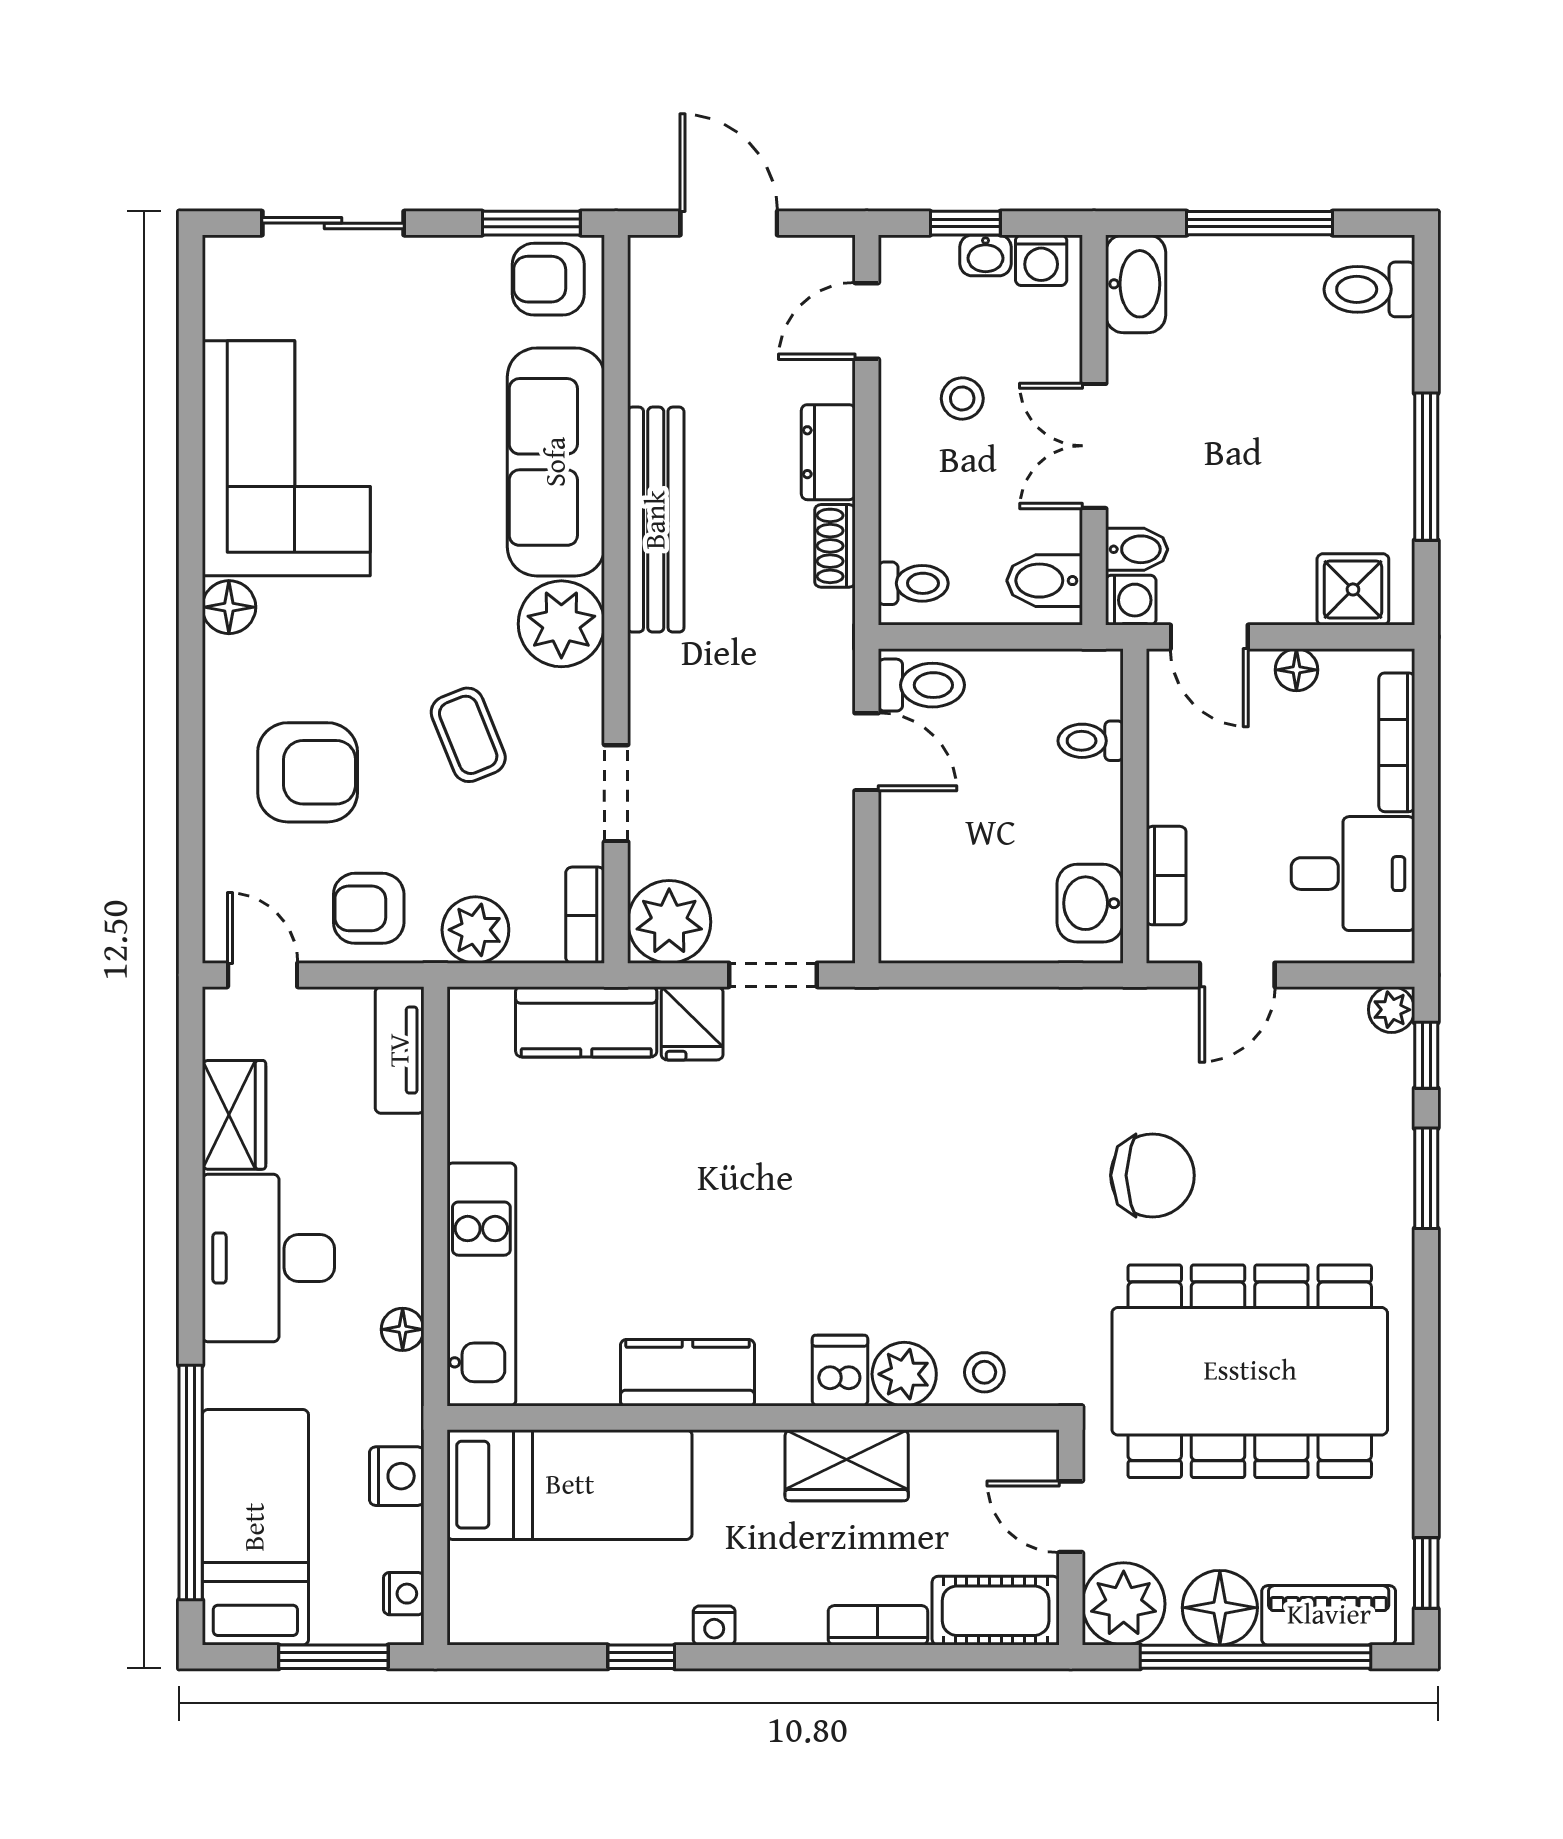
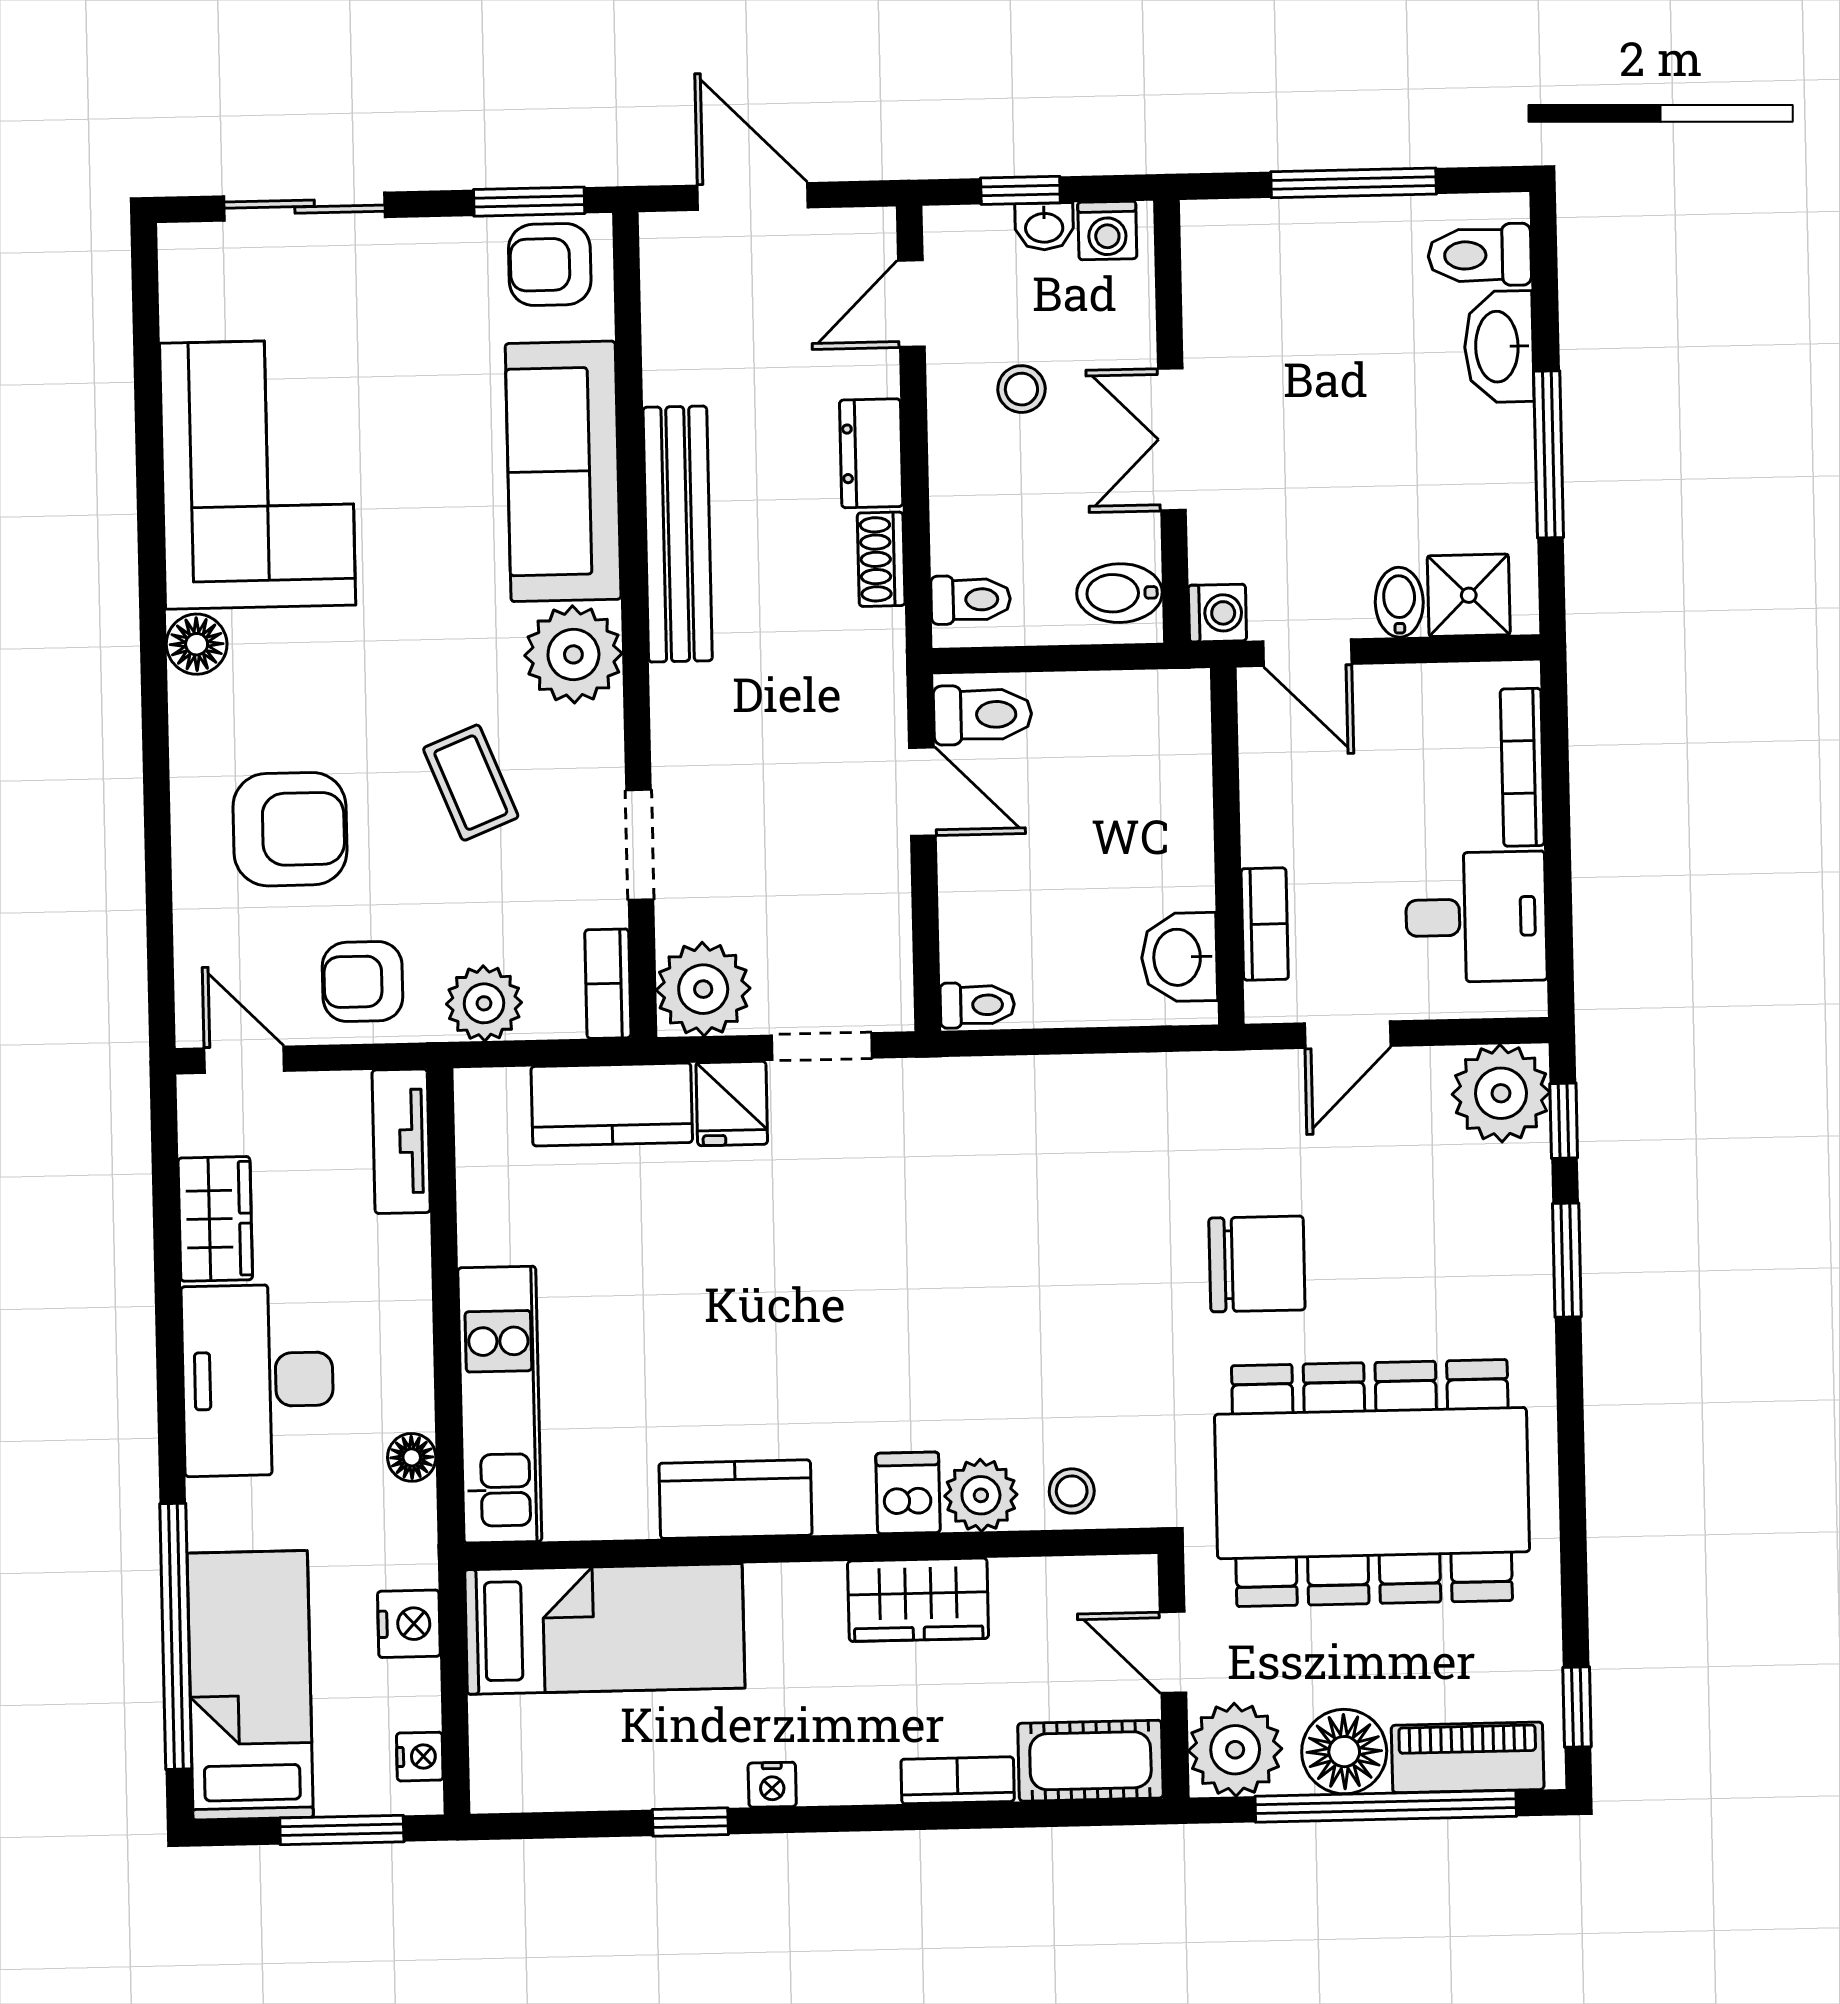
washbasin: (1136, 284) -> (1499, 347), moved, turned 180
bidet: (1137, 549) -> (1399, 602), moved, turned -90
floor lamp: (1296, 670) -> (1407, 688), removed
toilet: (1091, 741) -> (977, 1005), moved, turned 180
plant: (1392, 1010) -> (1501, 1093), width x1.88, depth x1.88

